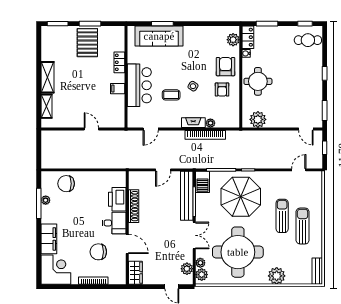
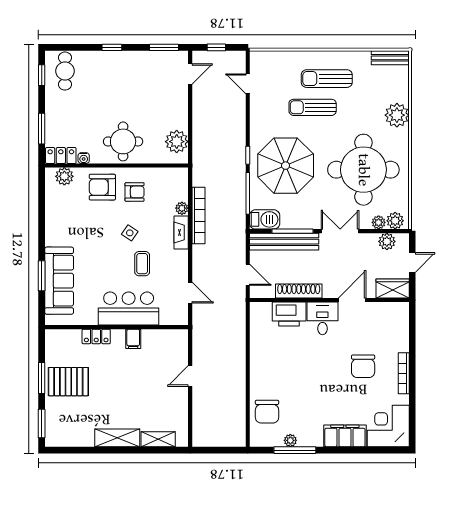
printer: (117, 199) -> (289, 314), moved
shoe rack: (134, 206) -> (299, 291), moved
desk: (114, 223) -> (322, 318), moved
wall: (127, 228) -> (329, 300), moved
door: (127, 244) -> (352, 300), moved
wardrobe: (135, 273) -> (393, 288), moved

